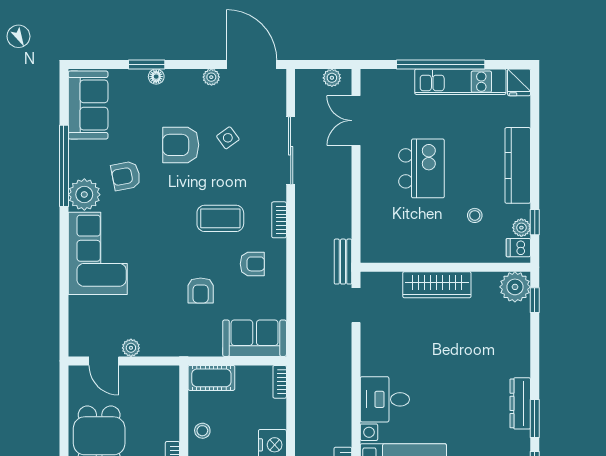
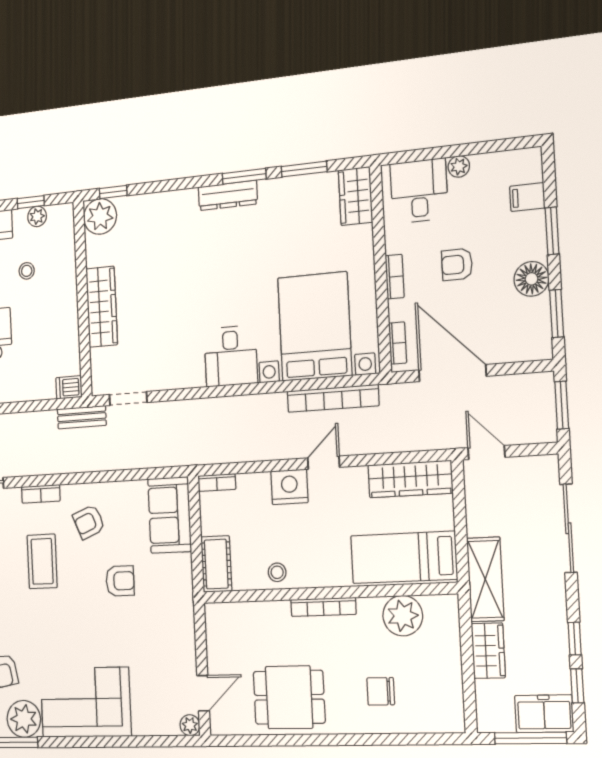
dishwasher: (518, 248) -> (69, 387), moved, turned 90
armchair: (252, 264) -> (89, 522), turned -112
plant: (131, 348) -> (190, 725), moved

